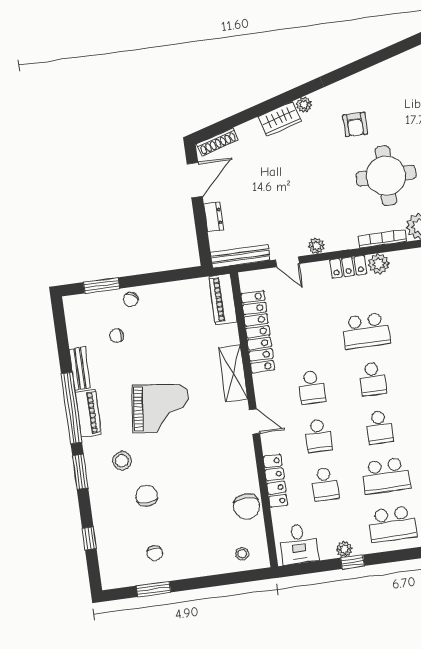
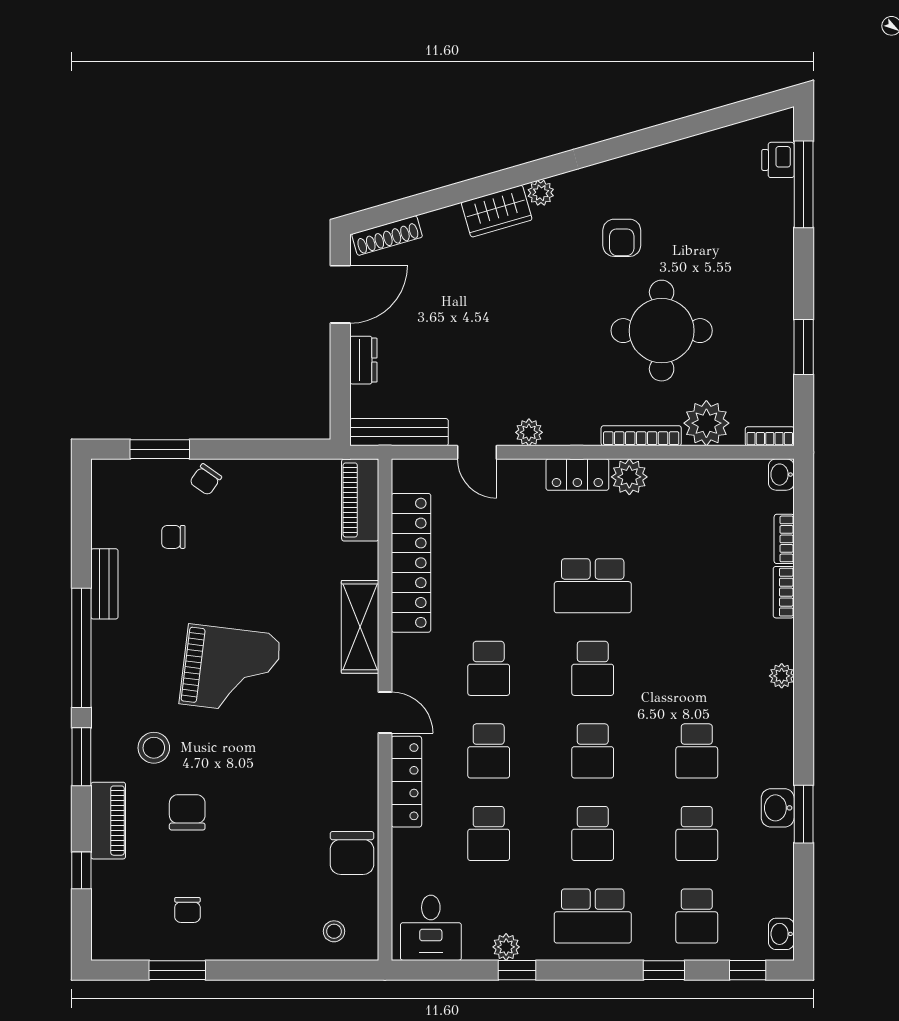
piano: (88, 413) -> (108, 821), moved
school desk: (386, 476) -> (593, 833), width x0.54
locker: (275, 481) -> (406, 782), moved

